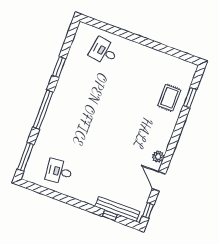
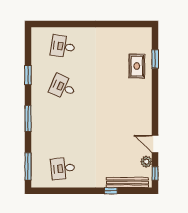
desk: (89, 91) -> (63, 87), added
window: (43, 110) -> (28, 118), width x0.68
plant: (158, 157) -> (146, 162), moved
window: (110, 215) -> (111, 191), moved

